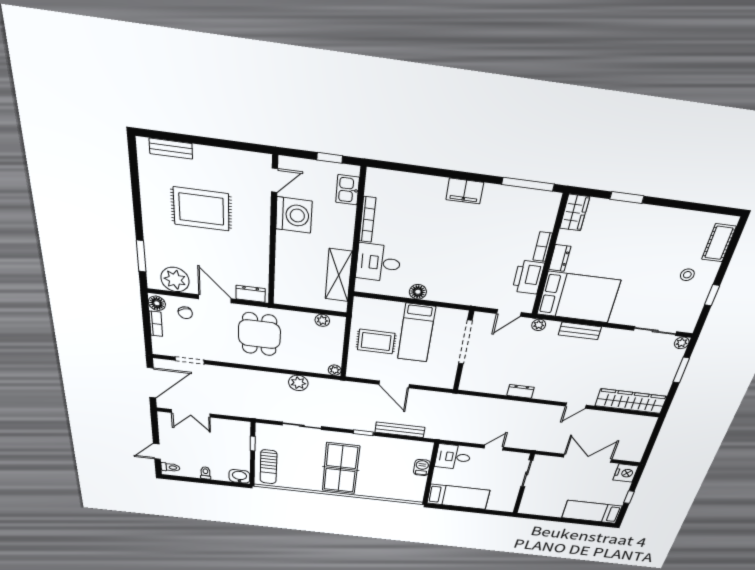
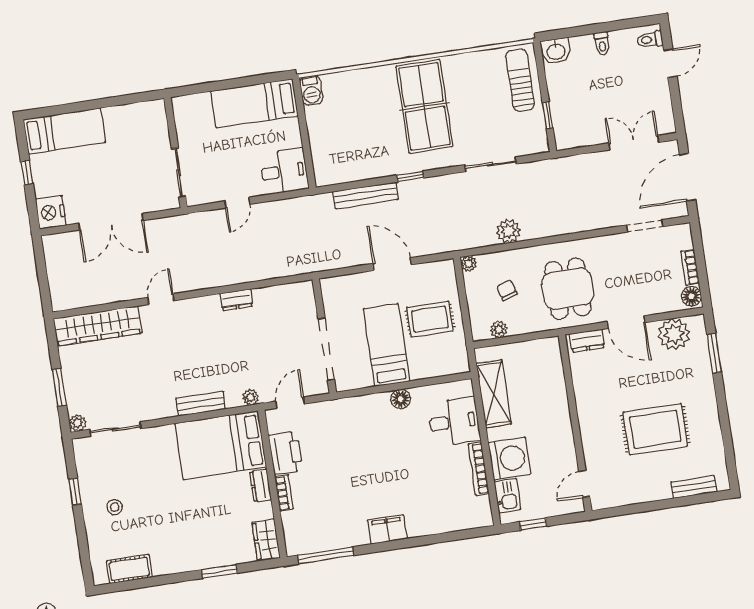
washing machine: (294, 215) -> (509, 458), moved, turned 180
cot: (719, 243) -> (129, 569), moved, turned 90
chair: (185, 313) -> (507, 290), moved
barbecue: (422, 468) -> (311, 90), moved

